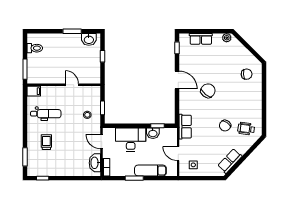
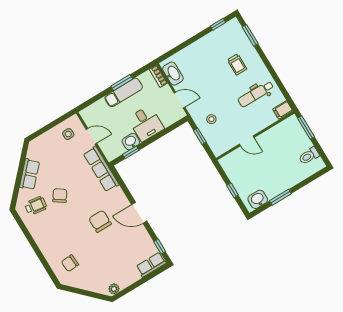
row of seats: (201, 39) -> (151, 265), moved
chair: (208, 91) -> (100, 221), turned 141
row of seats: (185, 127) -> (101, 169), width x1.48
desk: (131, 140) -> (146, 123), width x0.73
row of seats: (230, 161) -> (30, 174), moved
exam couch: (150, 170) -> (124, 92), moved

